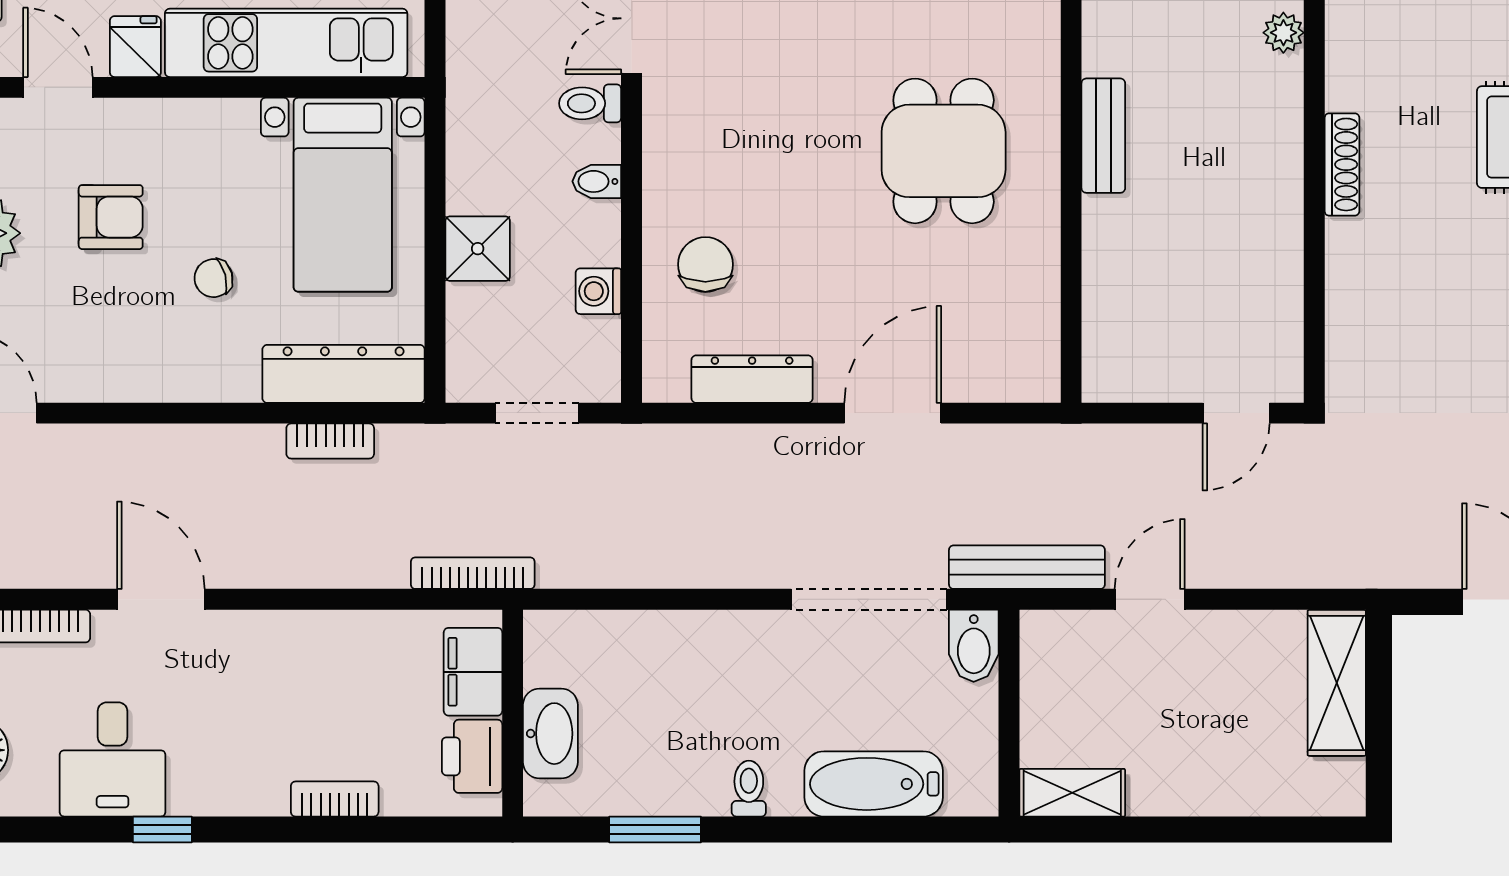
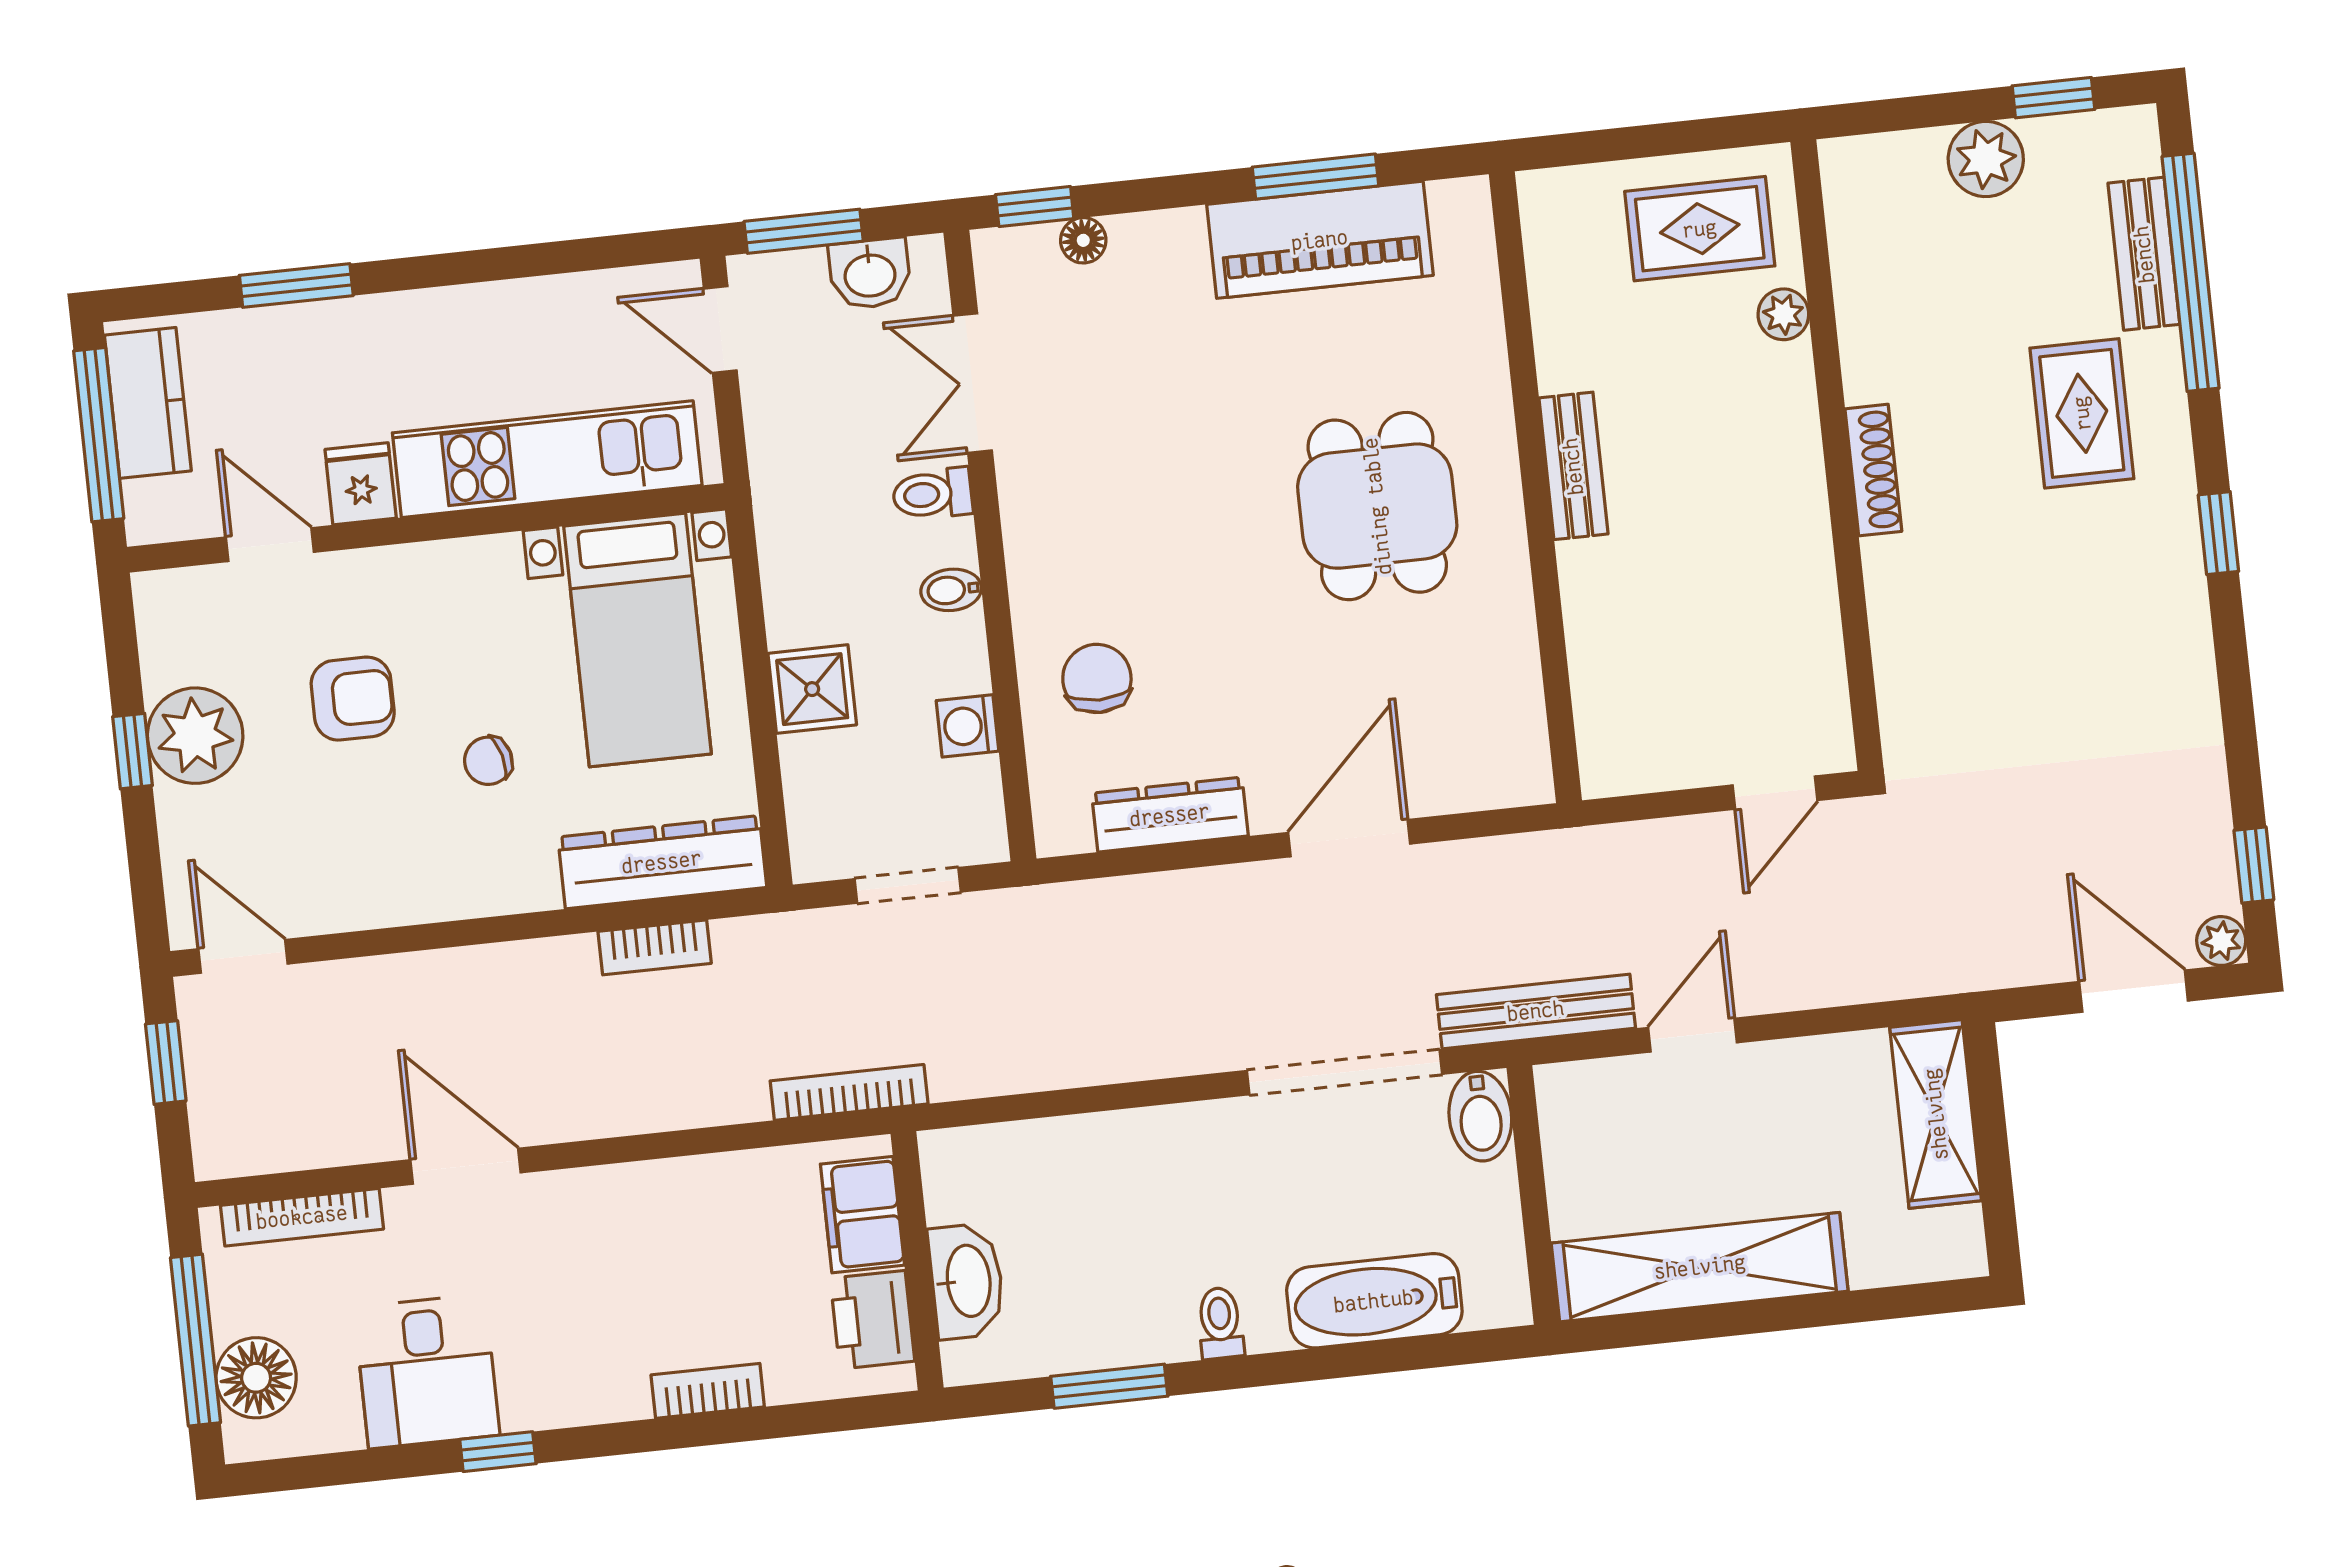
shelving: (1072, 793) -> (1700, 1267), width x2.20, depth x1.33

